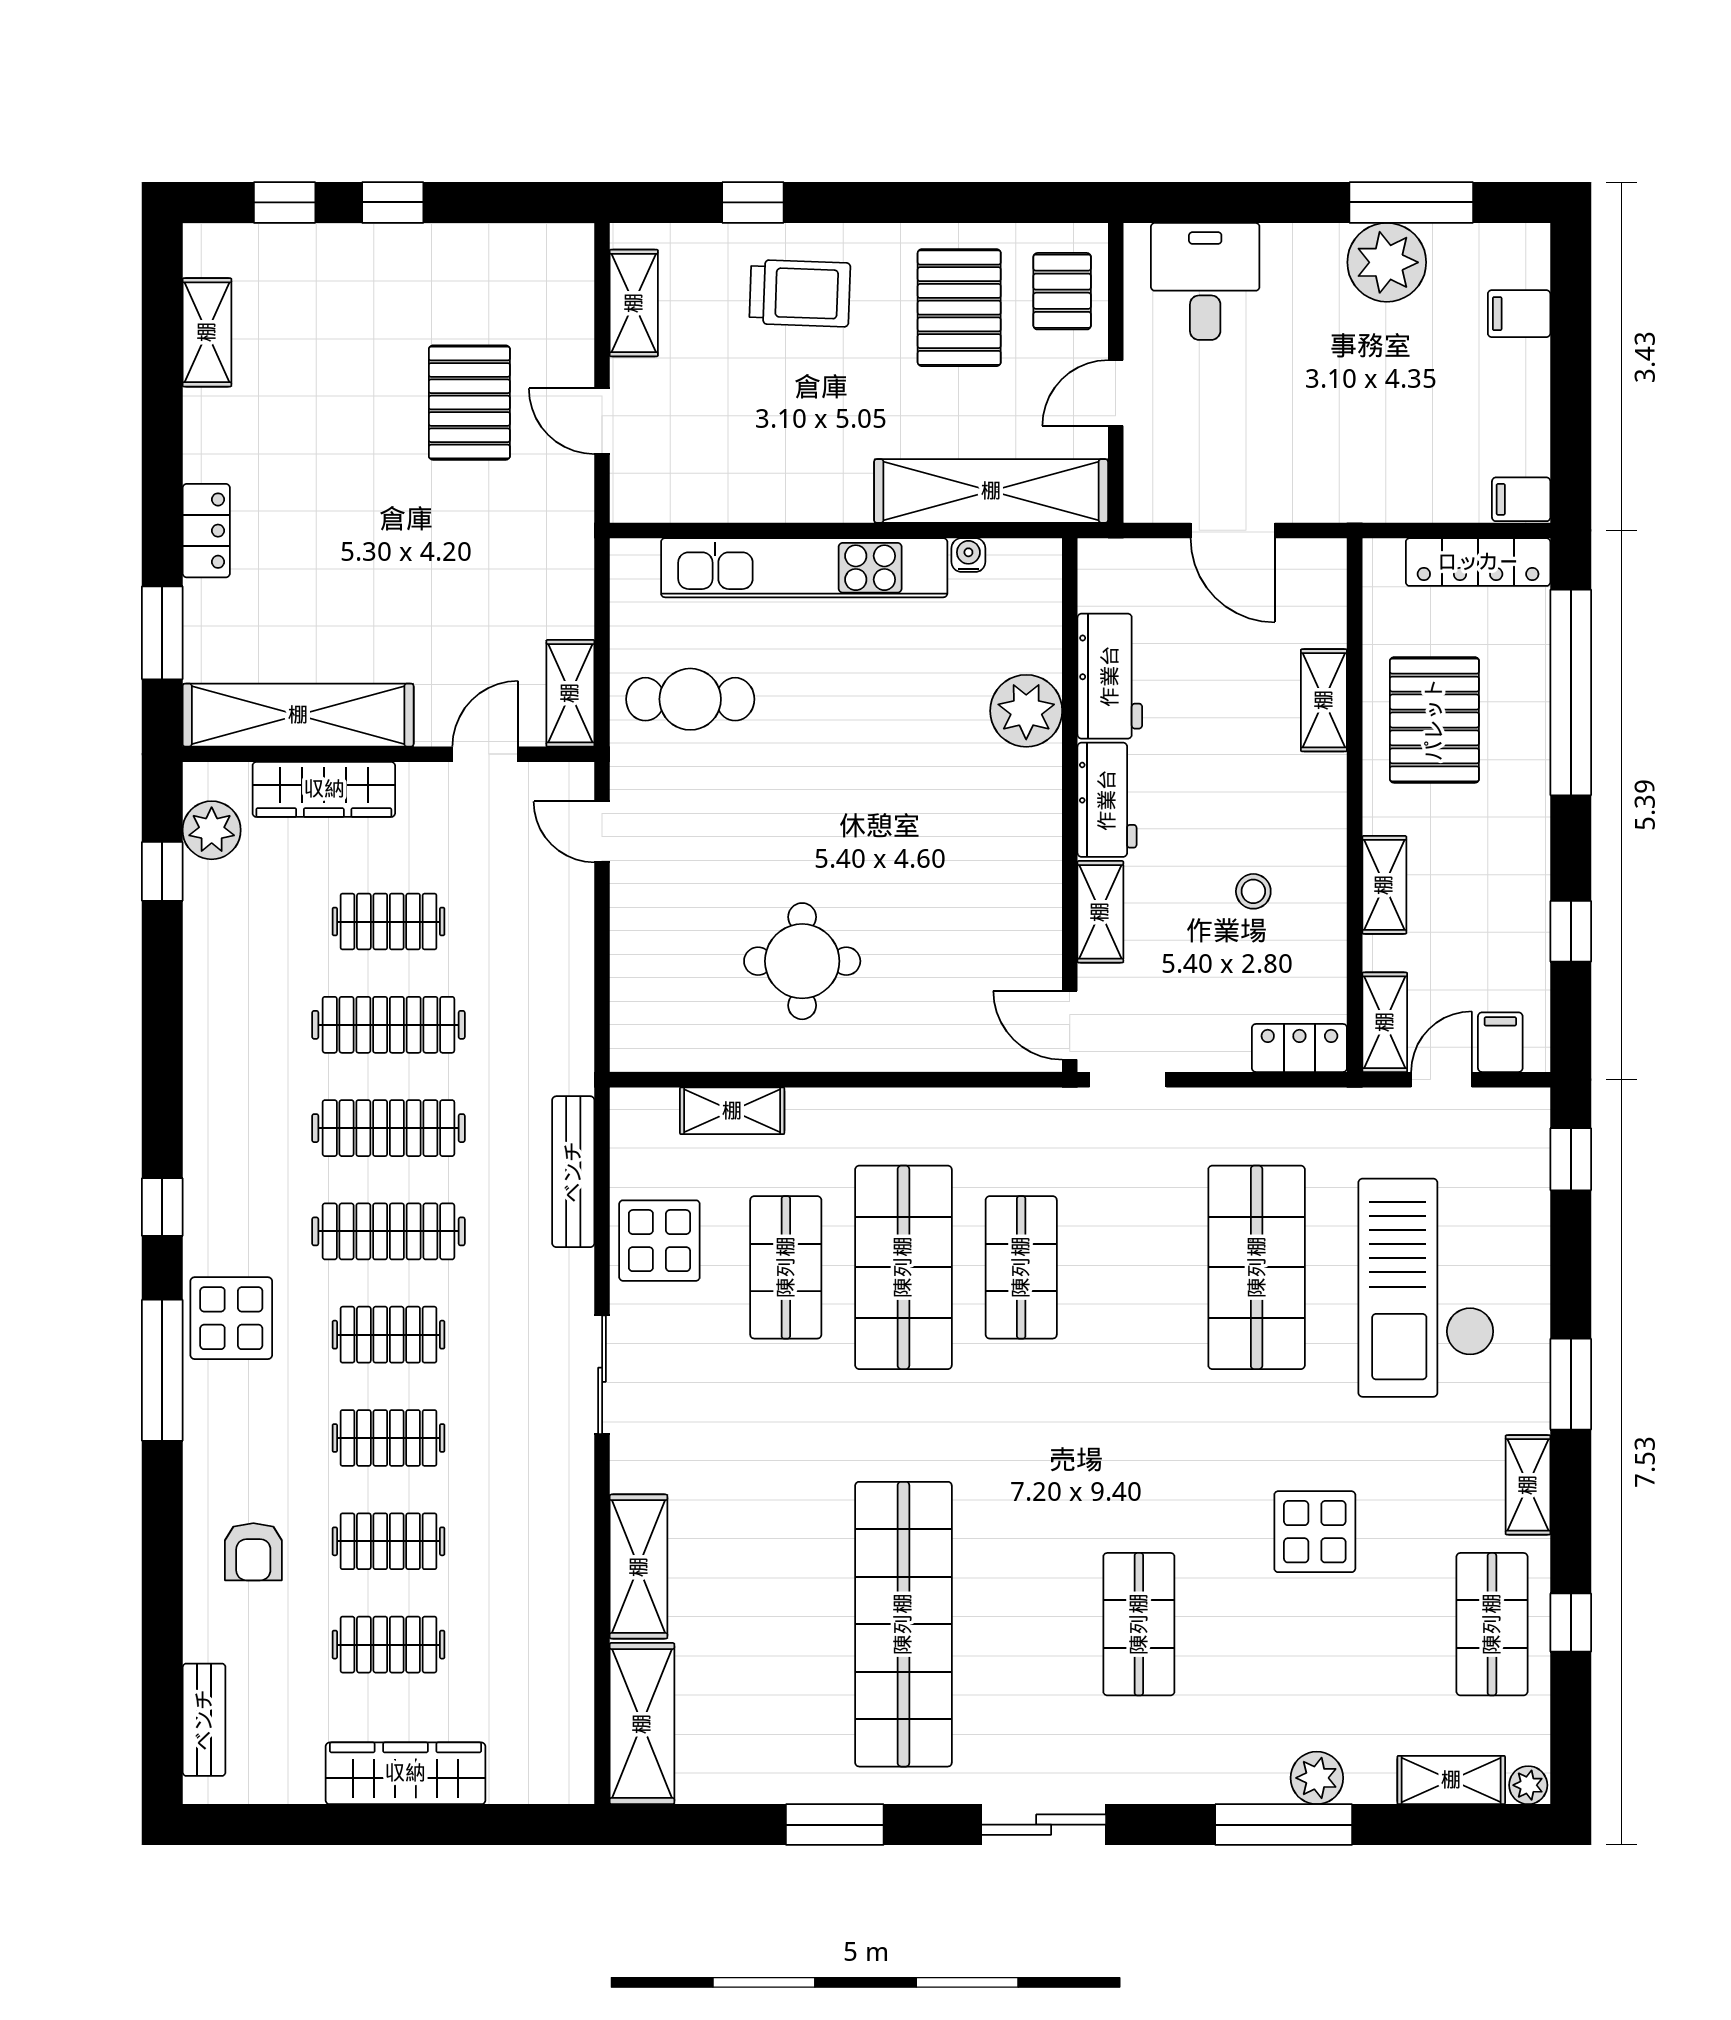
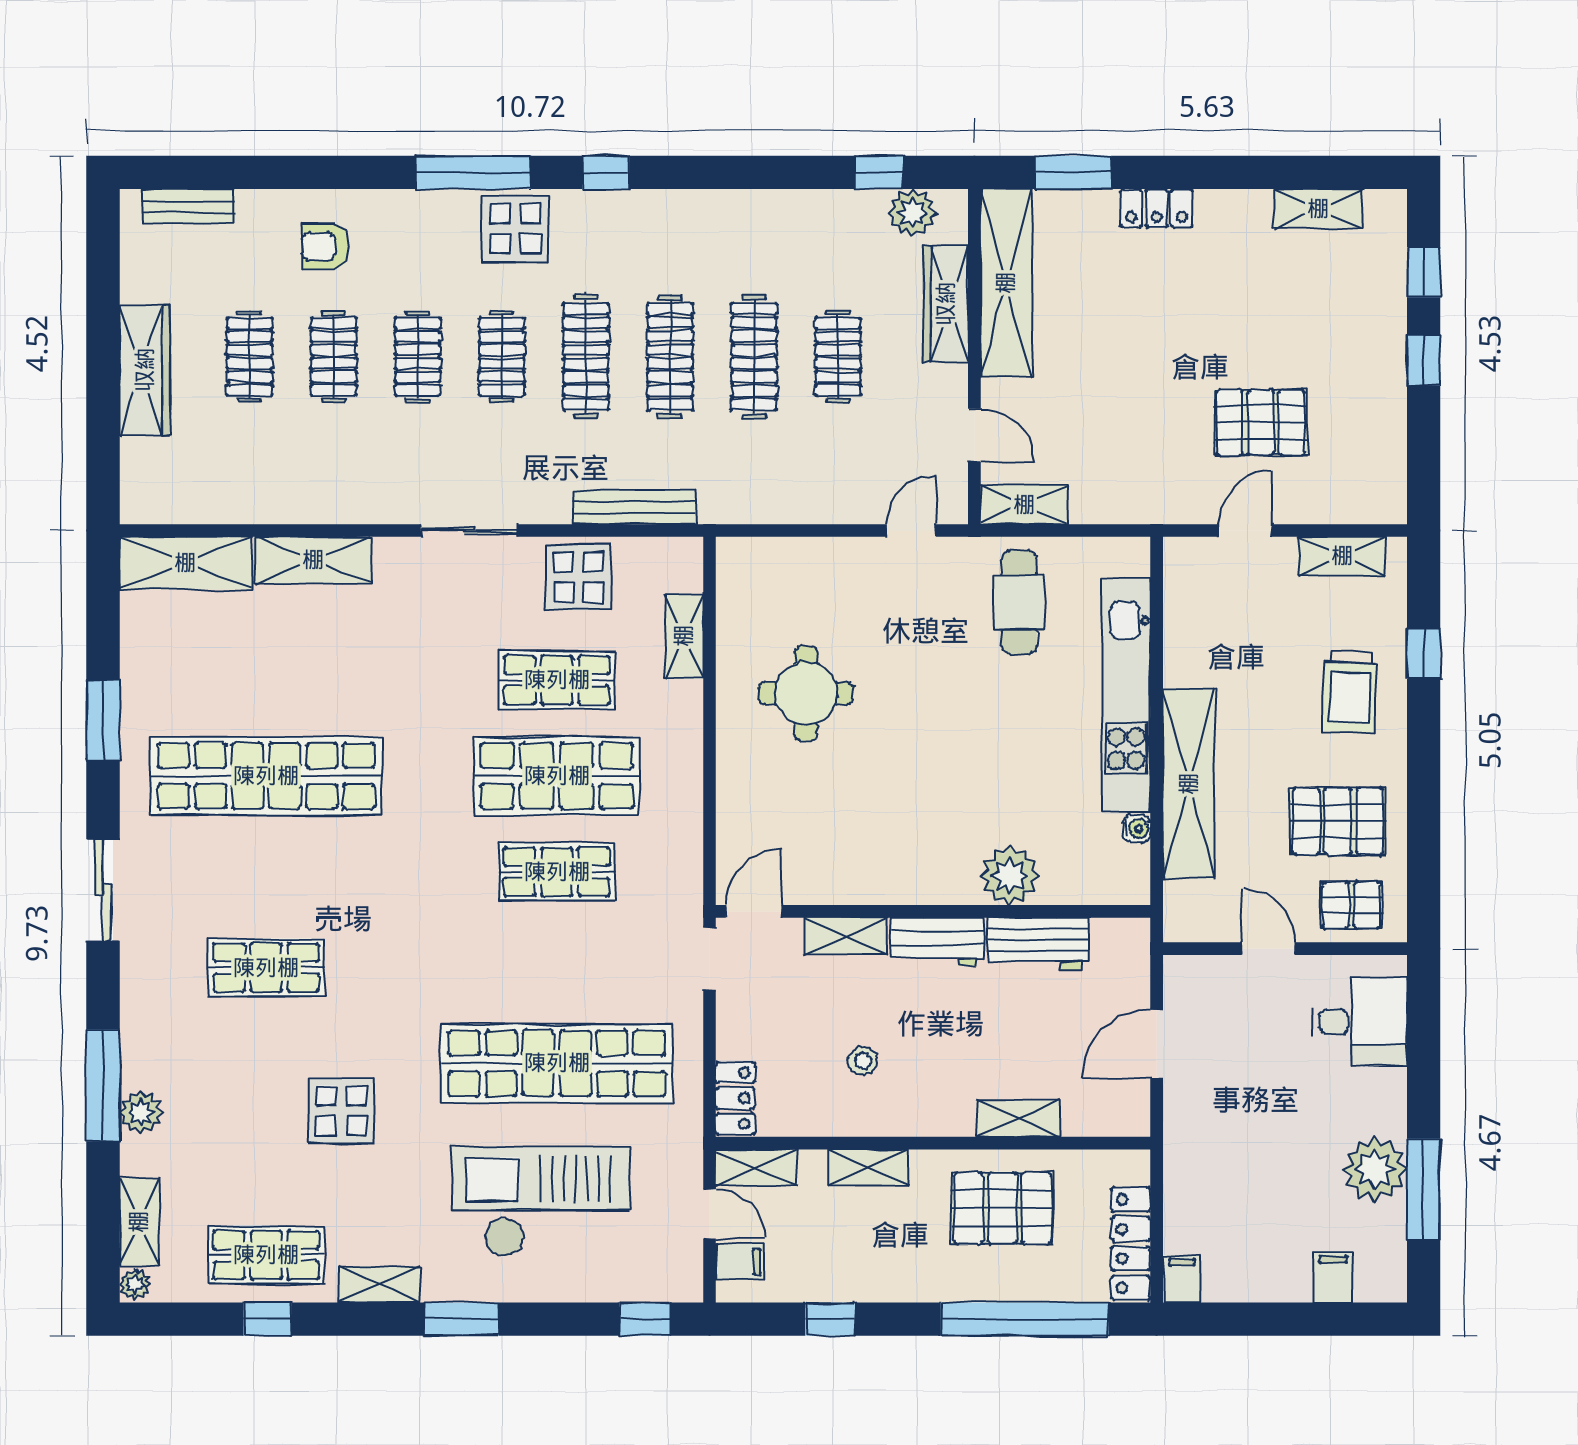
shelving: (991, 491) -> (1189, 784), moved
shop shelf: (1257, 1267) -> (557, 1063), width x1.40

